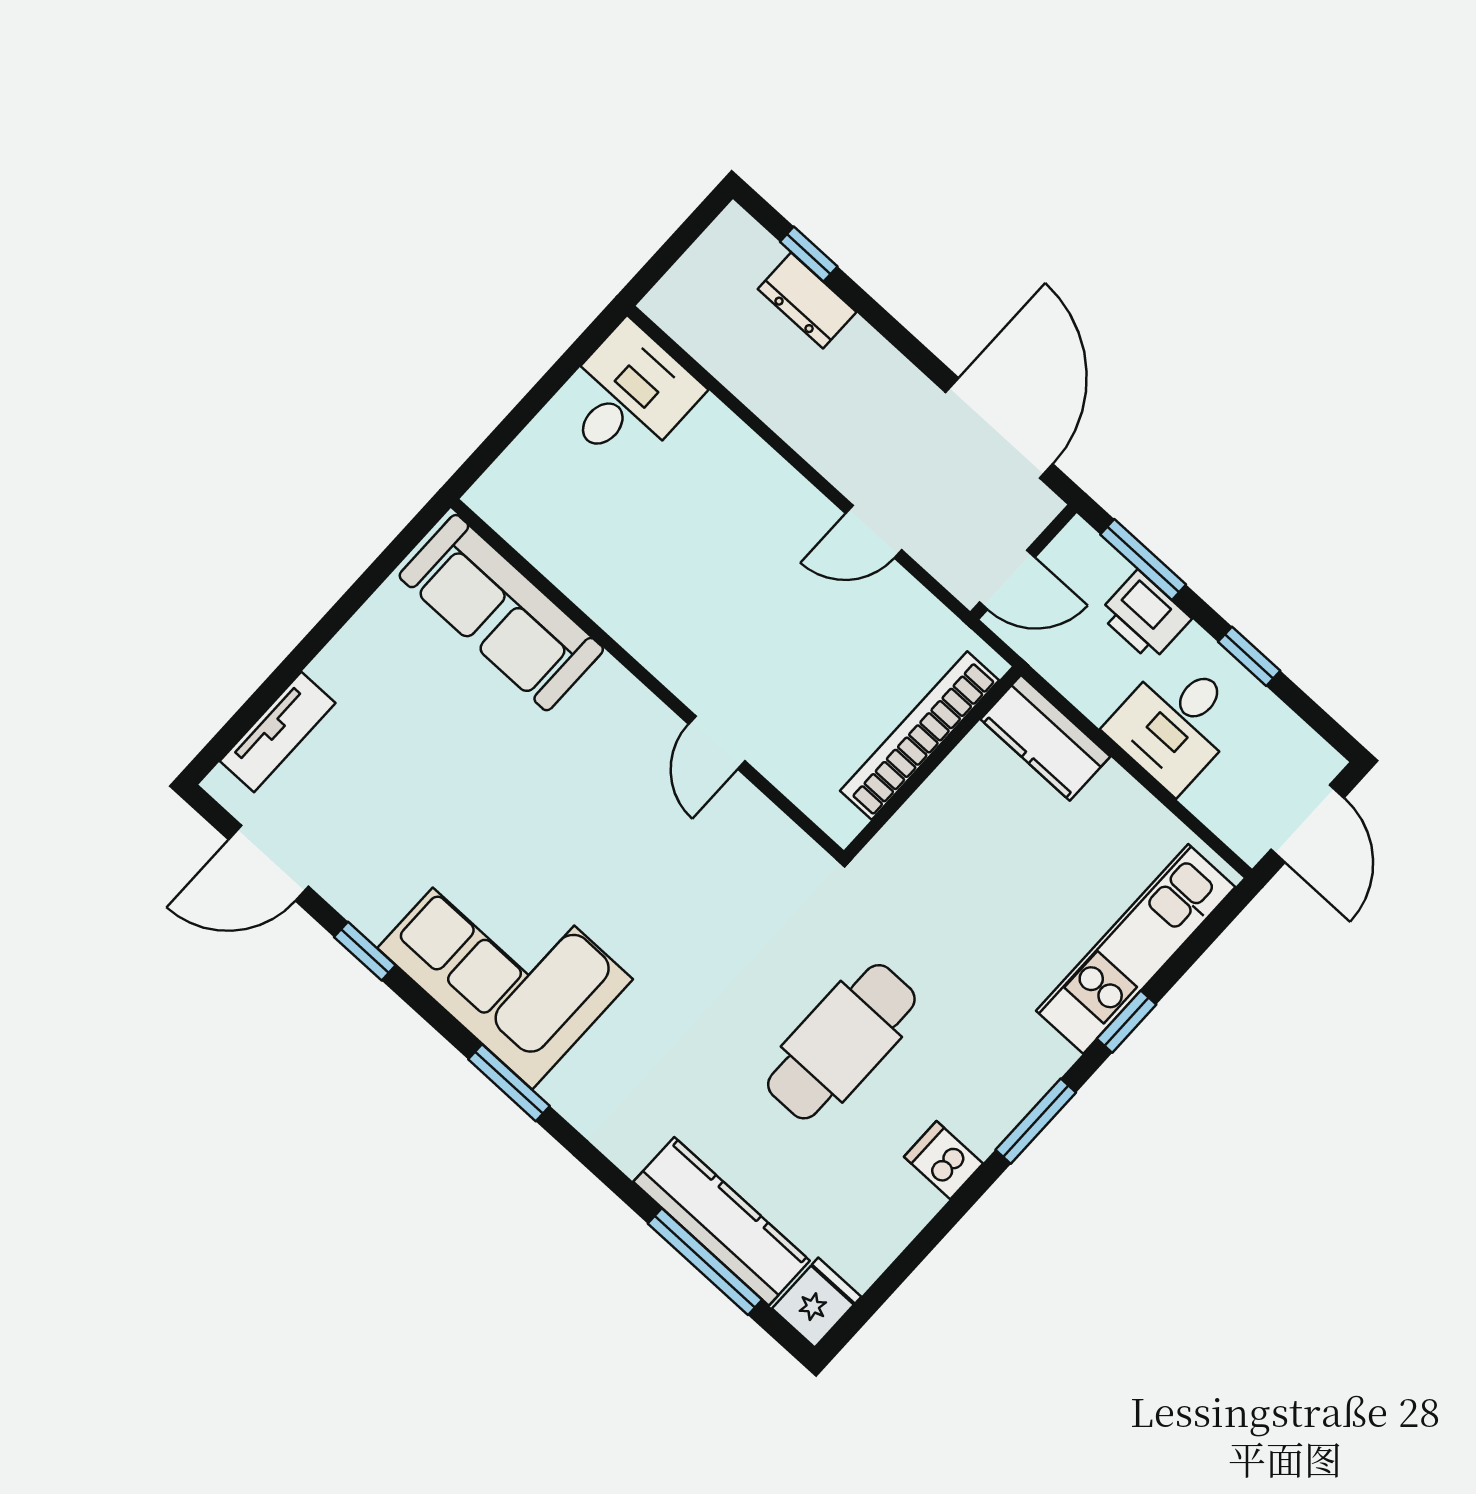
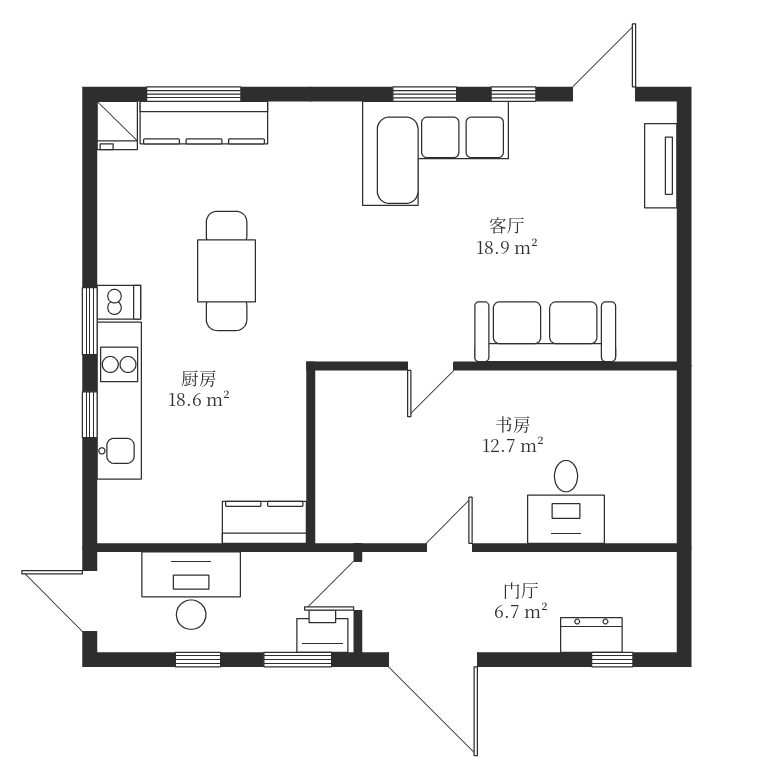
desk: (628, 396) -> (566, 502), moved
sofa: (501, 613) -> (545, 332), moved
printer: (1145, 616) -> (322, 631), moved
desk: (1175, 723) -> (191, 591), width x1.37
bookcase: (920, 735) -> (330, 465), removed
door: (717, 743) -> (431, 366), swing flipped
kitchen unit: (1136, 949) -> (119, 401), moved
window: (509, 1083) -> (425, 94), moved
dishwasher: (943, 1160) -> (119, 302), moved

